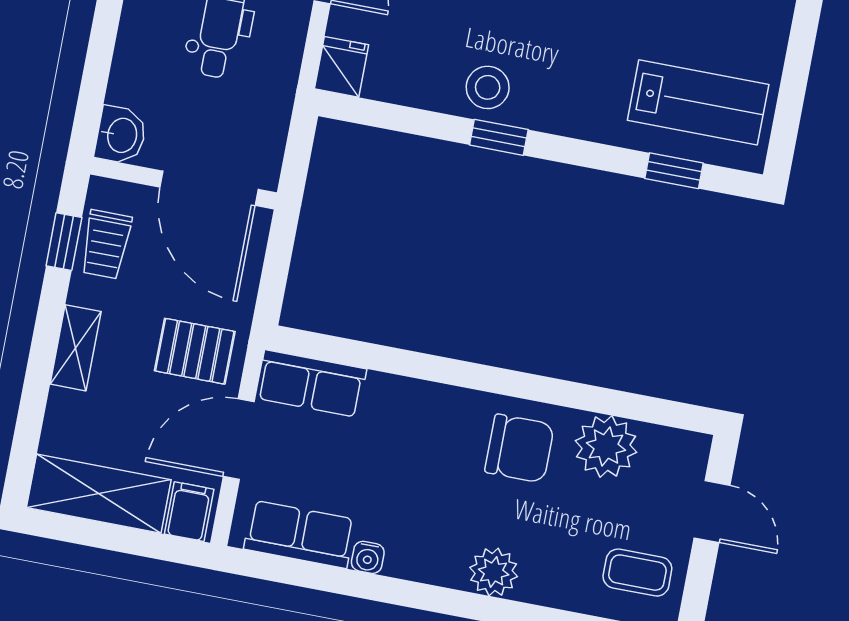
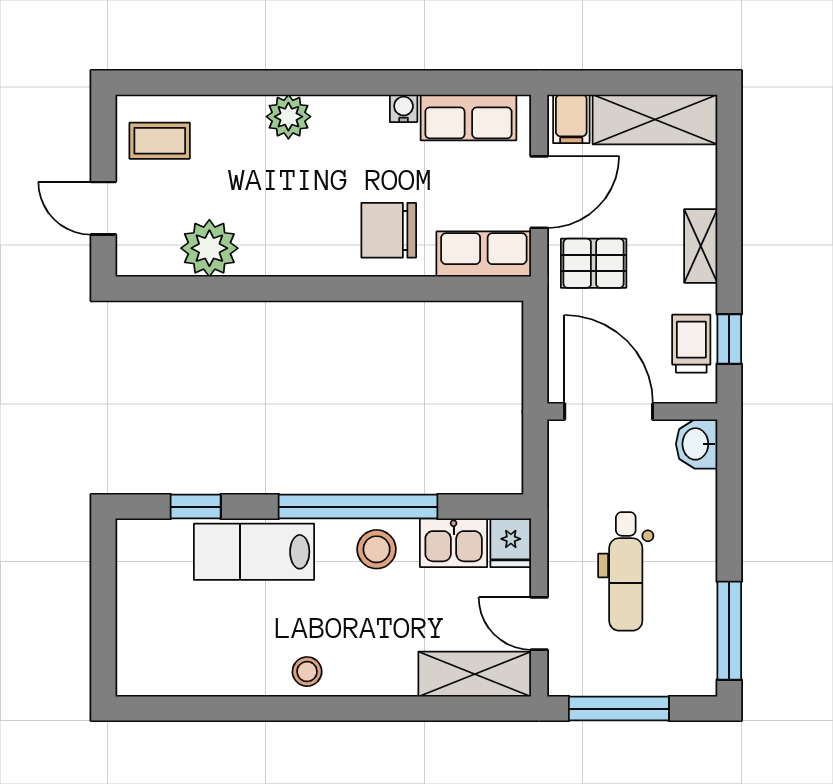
kitchen sink: (403, 79) -> (454, 543), added
lab bench: (698, 102) -> (254, 552), moved
window: (499, 137) -> (358, 507), width x3.17
chair: (519, 448) -> (389, 230), moved

